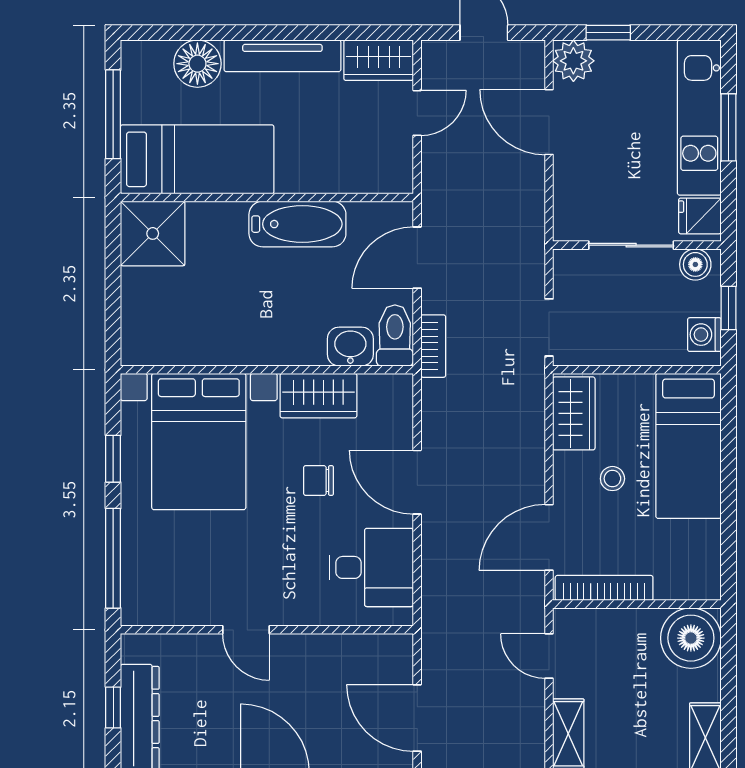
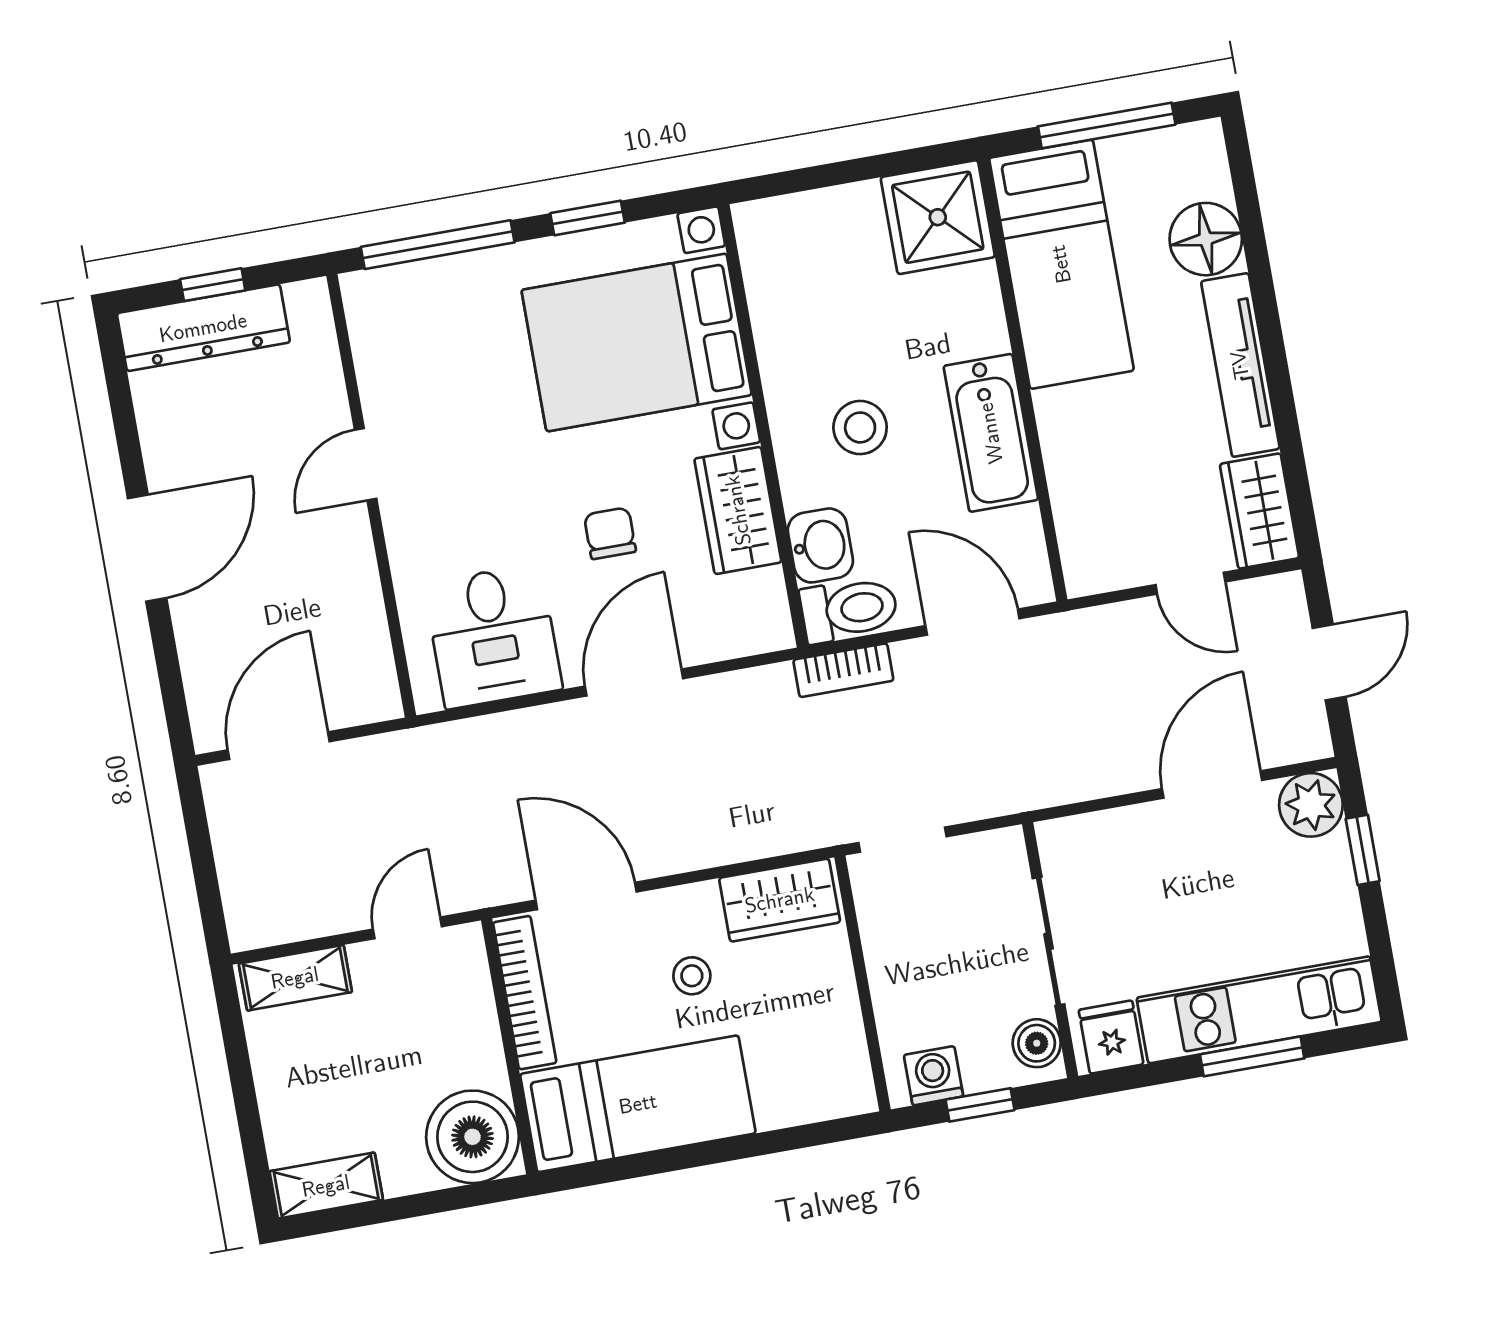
stool: (279, 308) -> (860, 427), added
bed: (689, 446) -> (638, 1104), moved, turned 180

